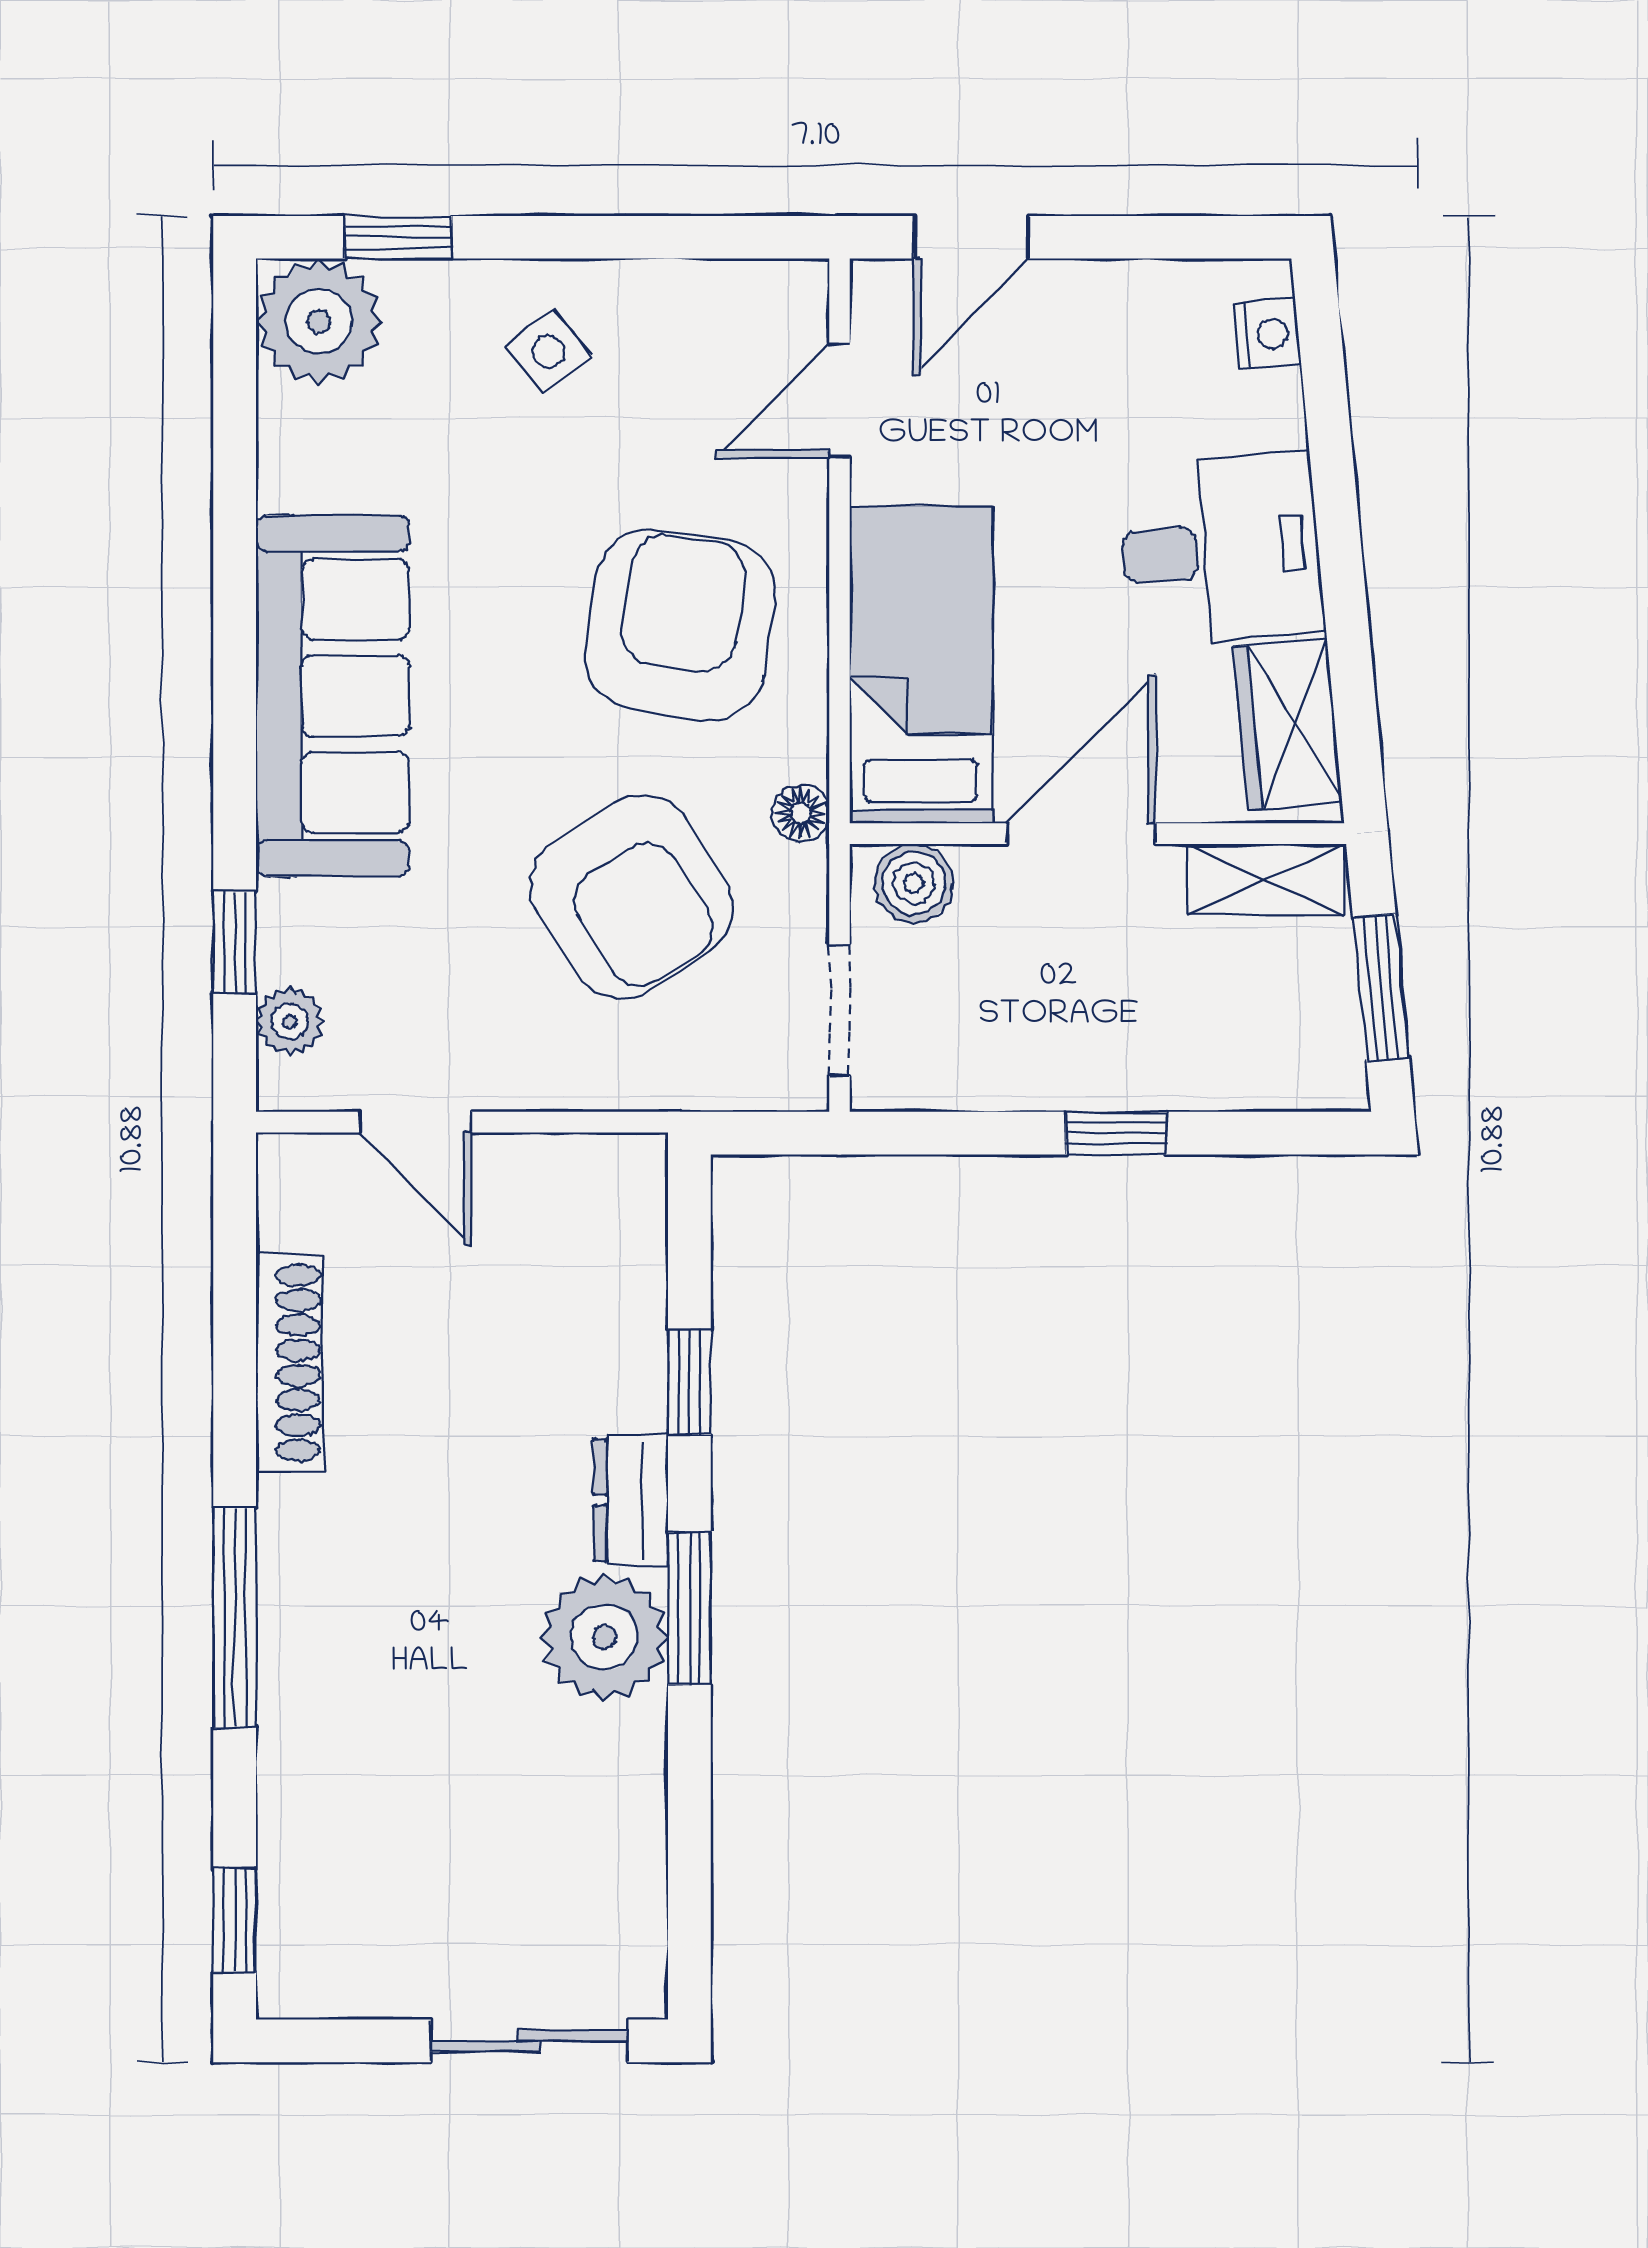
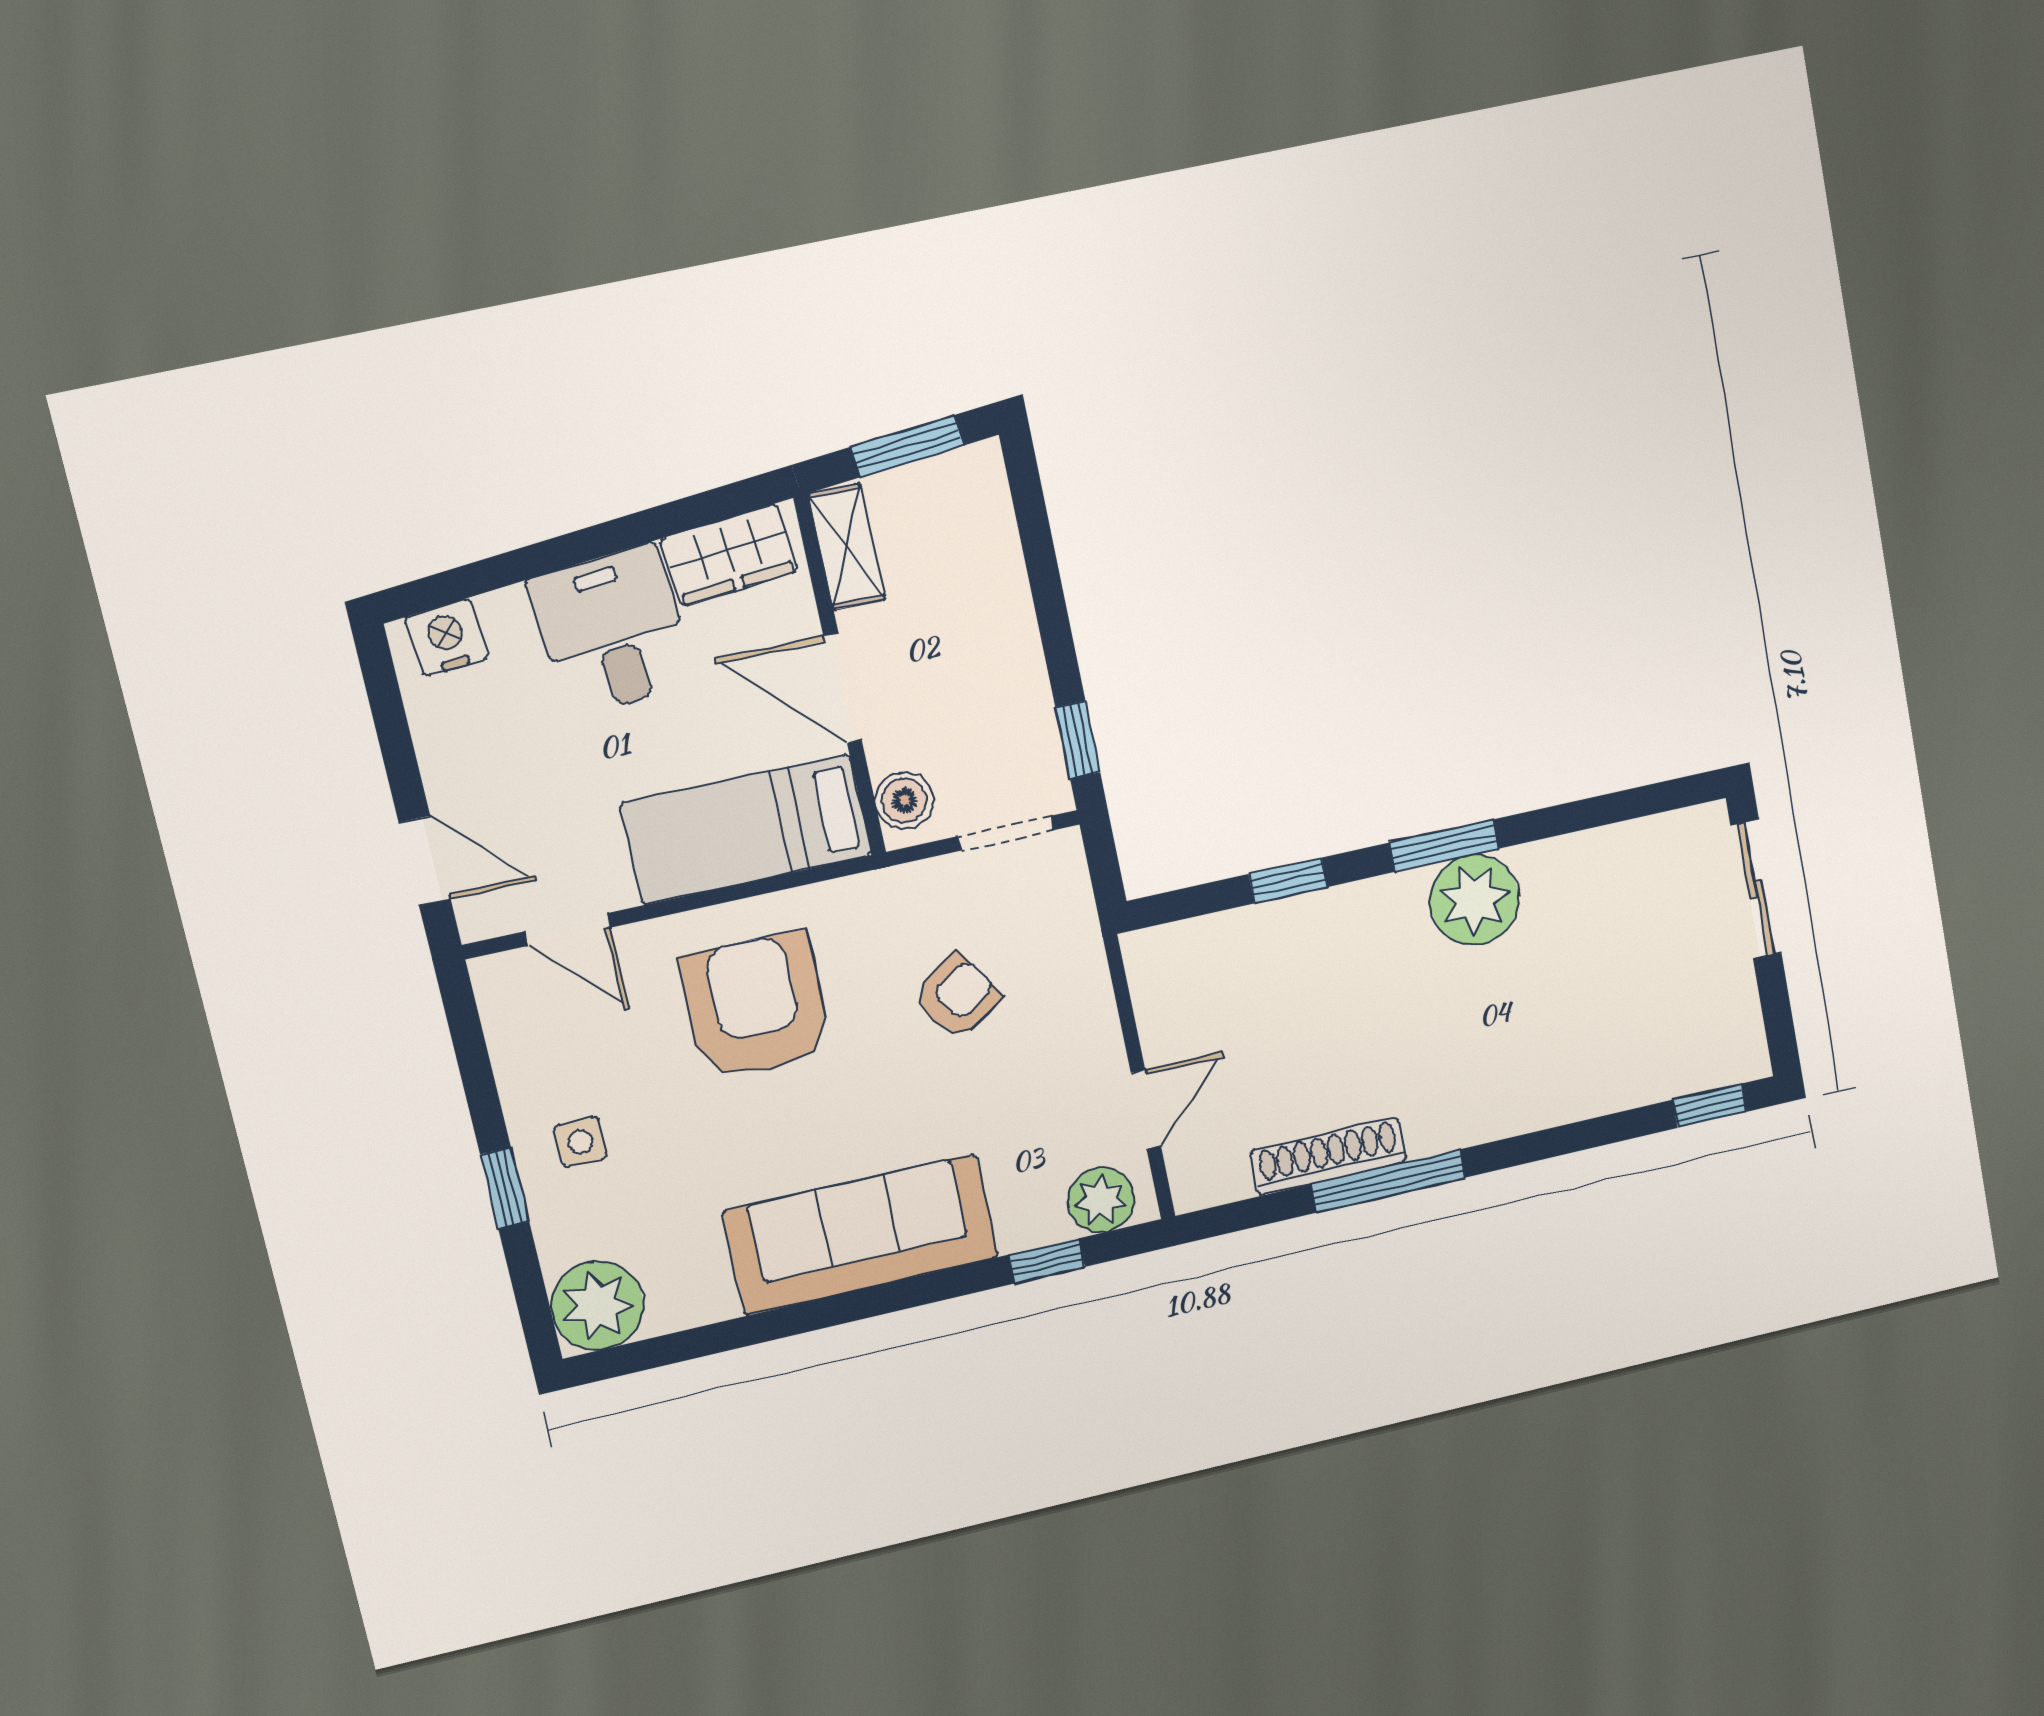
window: (398, 237) -> (505, 1188), moved
nightstand: (1268, 334) -> (447, 637), width x1.39, depth x1.35
side table: (549, 351) -> (581, 1142), turned 38
armchair: (680, 625) -> (756, 1006), turned 81
floor lamp: (801, 813) -> (872, 891), removed
armchair: (632, 897) -> (957, 997), width x0.53, depth x0.53
plant: (290, 1021) -> (1101, 1200), width x1.38, depth x1.38
window: (1116, 1133) -> (1078, 740), moved
dresser: (631, 1500) -> (1377, 903), removed
window: (235, 1618) -> (1388, 1181), moved

